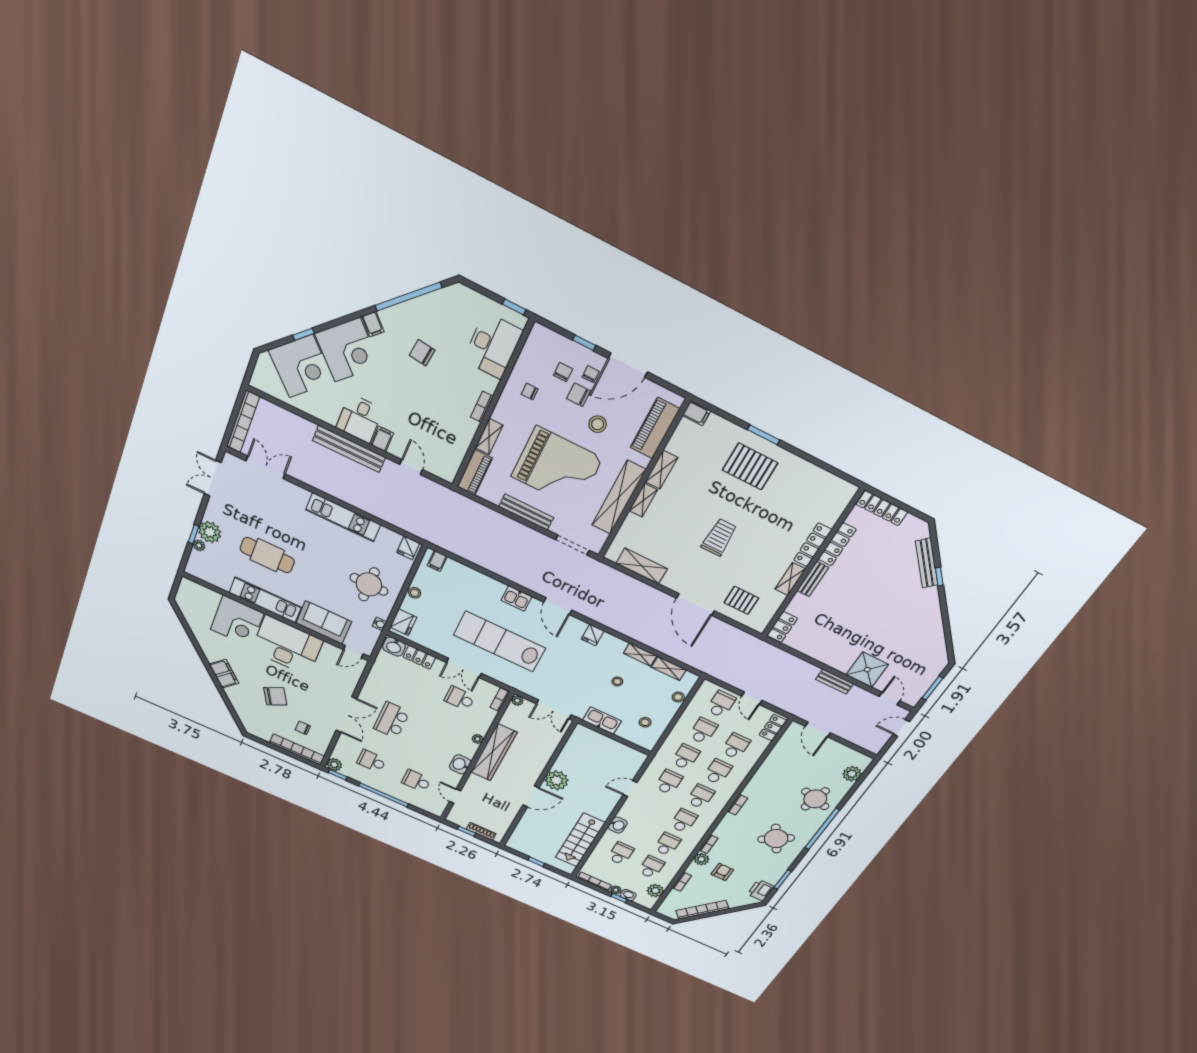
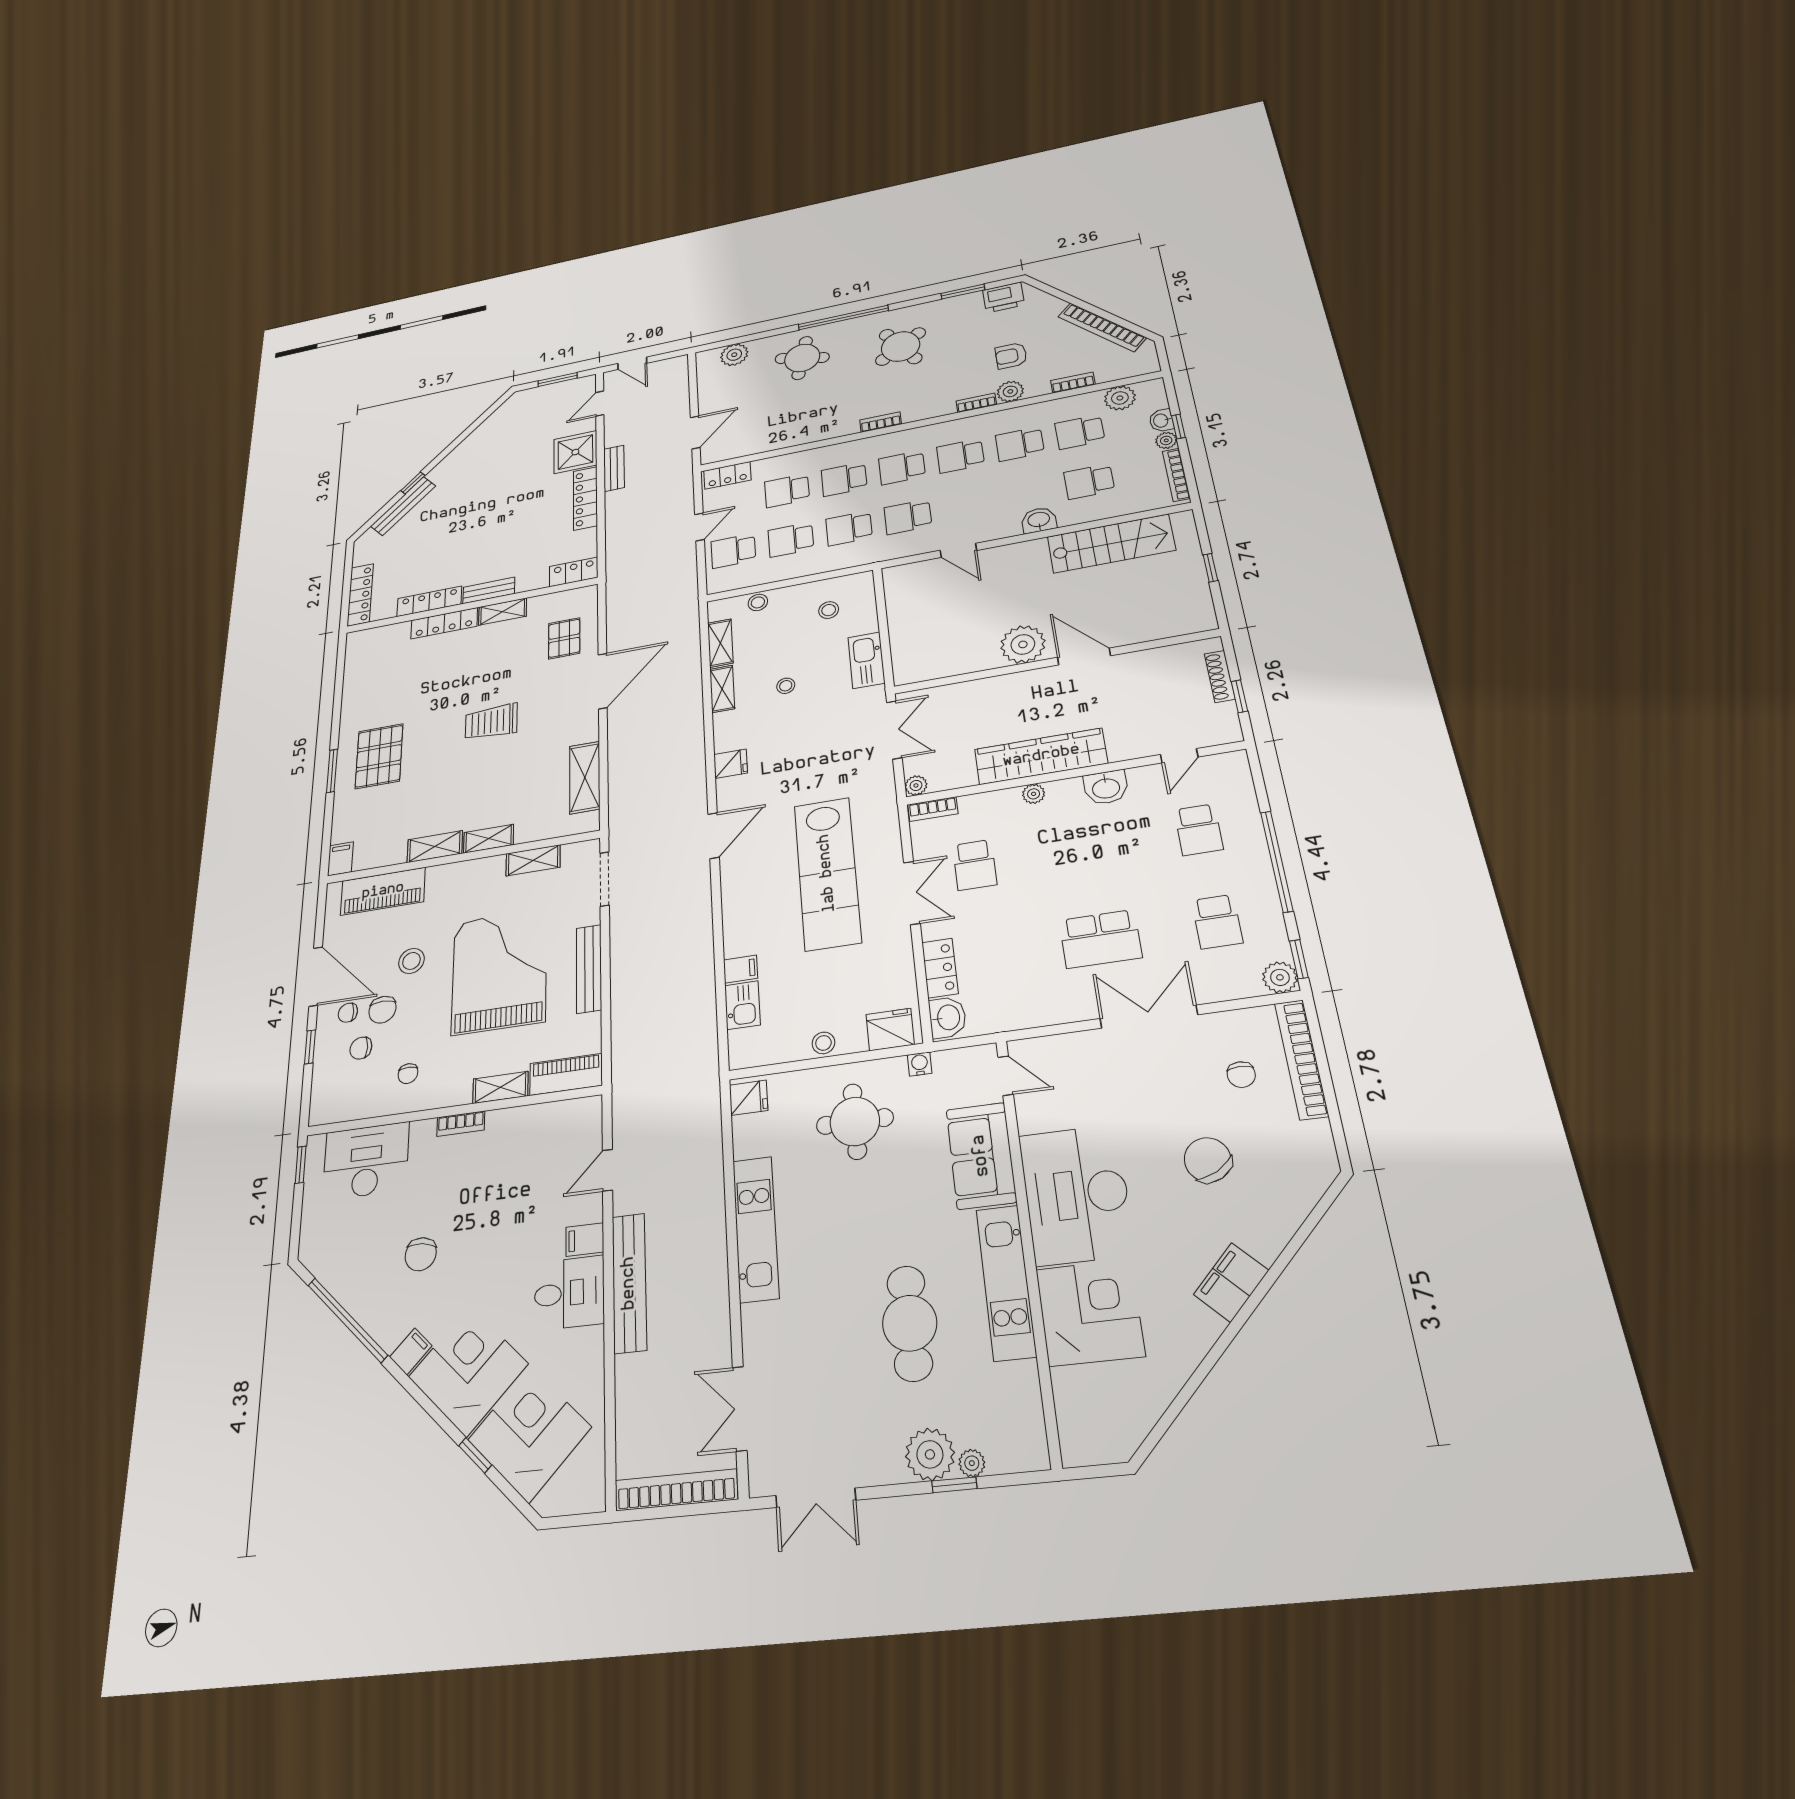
shelving: (619, 498) -> (533, 860), width x0.45, depth x0.75
filing cabinet: (437, 561) -> (741, 969), moved
kitchen sink: (517, 598) -> (742, 1005), moved
locker: (828, 658) -> (585, 498), added

